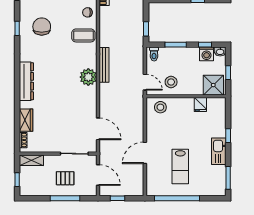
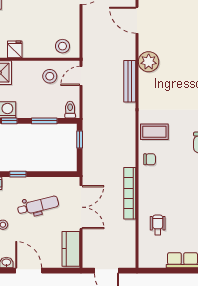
bench: (104, 65) -> (130, 81), moved
plant: (88, 77) -> (149, 62), moved
door: (145, 82) -> (81, 76), hinge flipped

